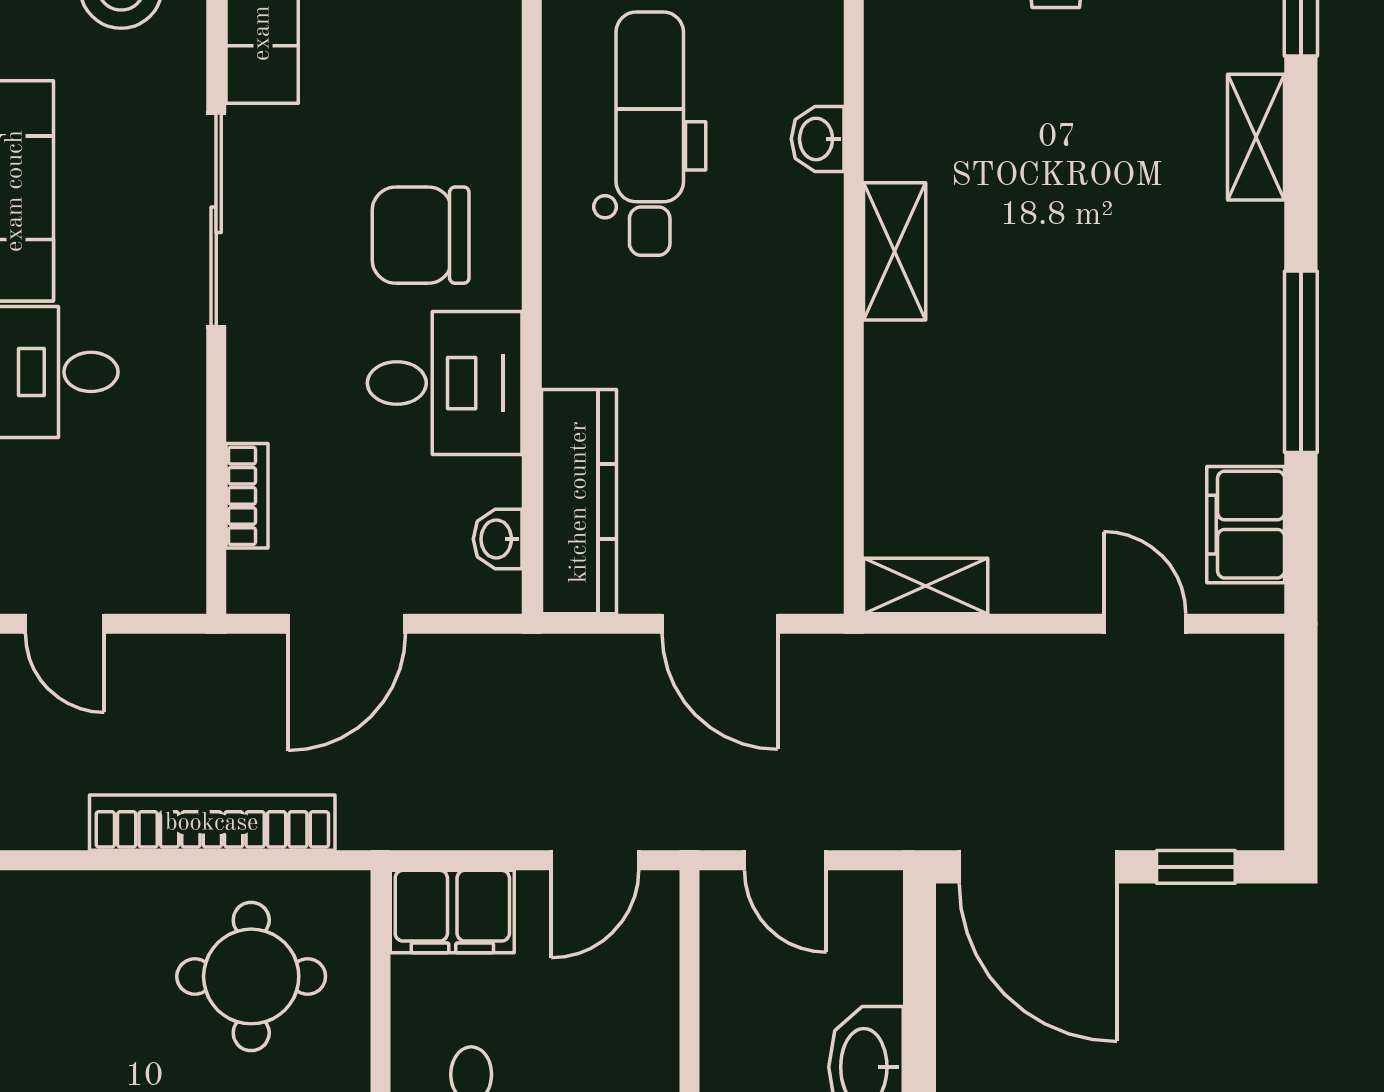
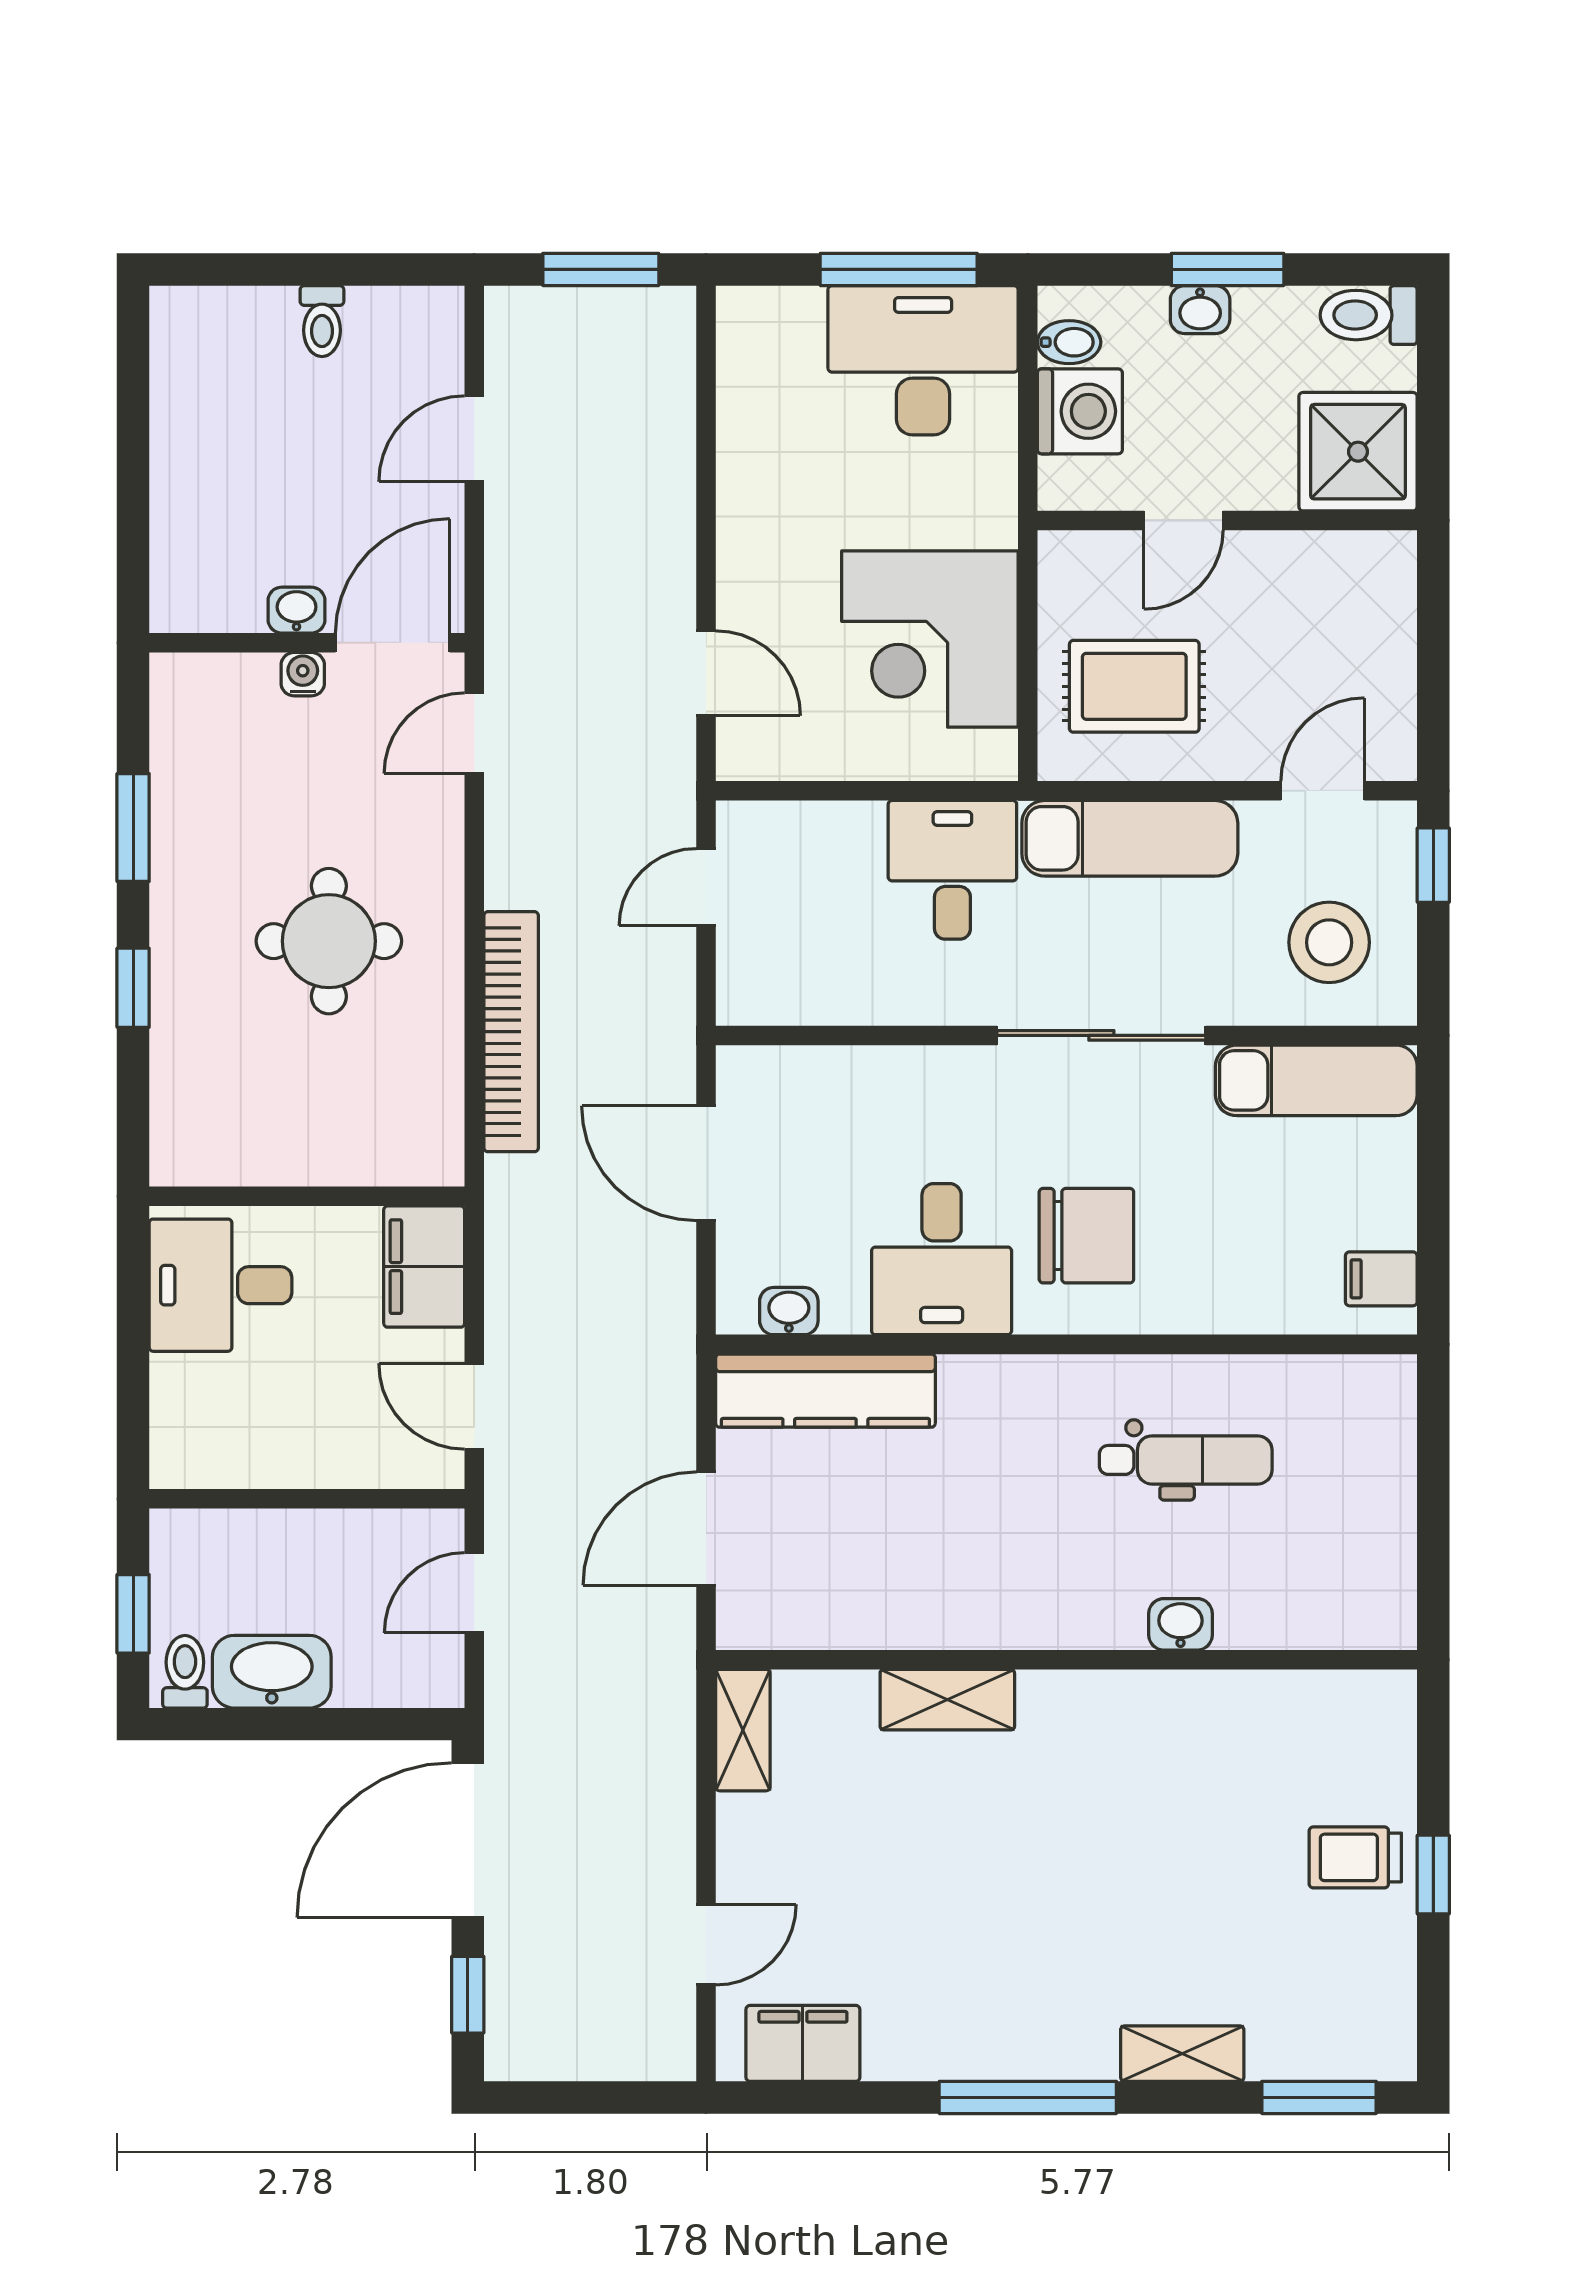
dental chair: (650, 134) -> (1186, 1460), width x0.73, depth x0.72
chair: (421, 235) -> (1086, 1236), turned 90
shelving: (895, 251) -> (947, 1700), moved
window: (1301, 362) -> (1028, 2097), moved
bookcase: (247, 496) -> (831, 1066), removed
round table: (251, 976) -> (329, 941), moved

